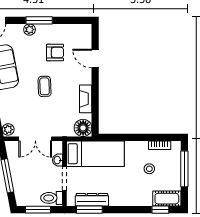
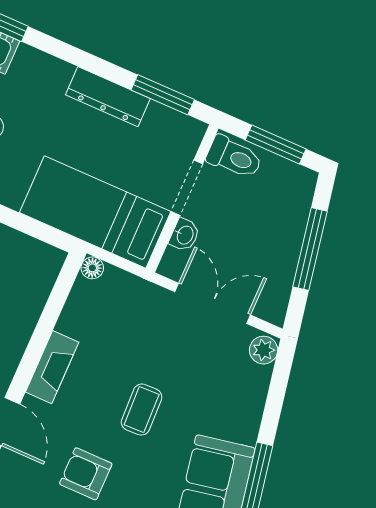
fireplace: (86, 99) -> (52, 367), moved
floor lamp: (83, 128) -> (92, 268), width x0.53, depth x0.53
dresser: (92, 200) -> (108, 97), moved

